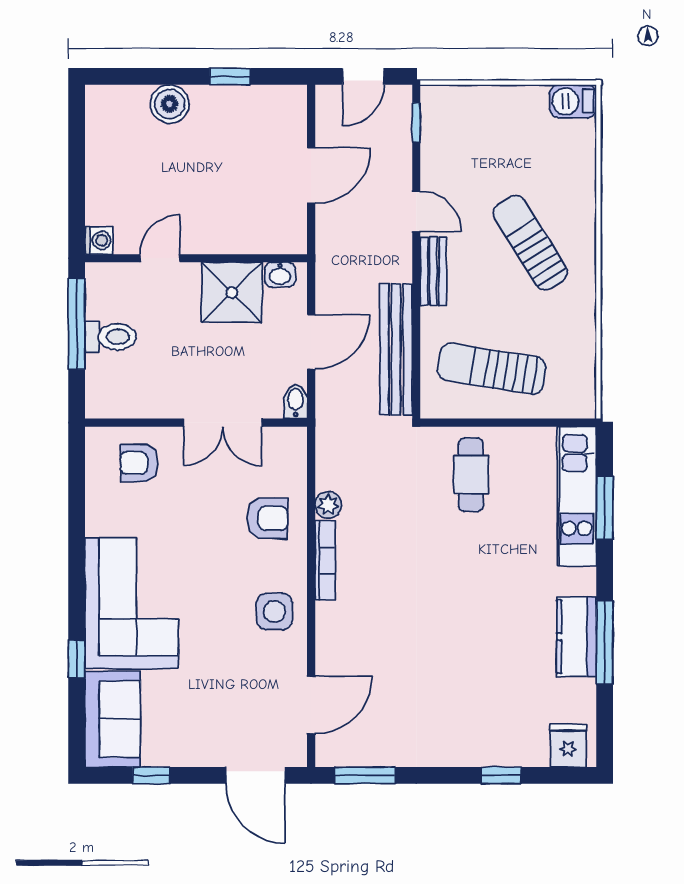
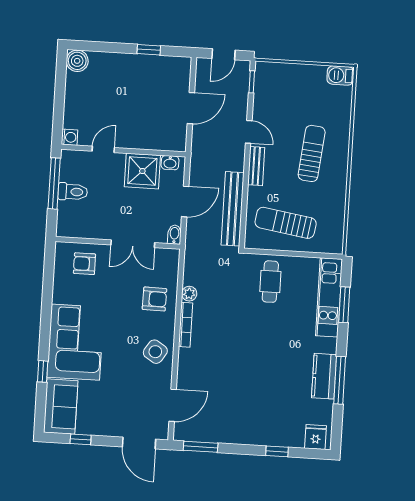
boiler: (170, 104) -> (77, 61), moved
sun lounger: (530, 243) -> (312, 153), turned 38
side table: (274, 612) -> (155, 352), turned 33

